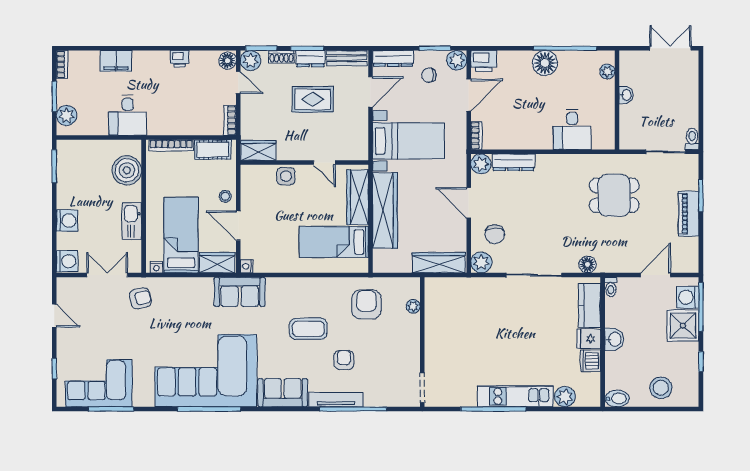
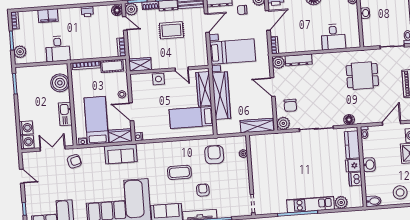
washing machine: (67, 221) -> (26, 128), moved
sofa: (240, 292) -> (121, 154), moved

